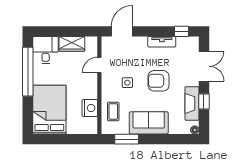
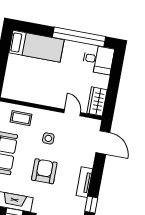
wardrobe: (72, 44) -> (97, 101), moved
nightstand: (90, 108) -> (29, 94), removed
bed: (49, 110) -> (36, 46), width x0.67

